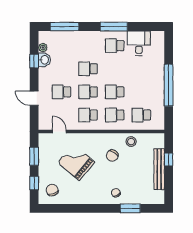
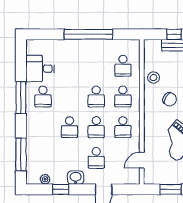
washbasin: (44, 60) -> (76, 178), moved

